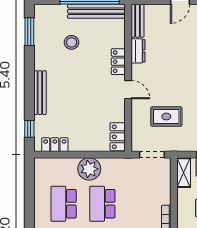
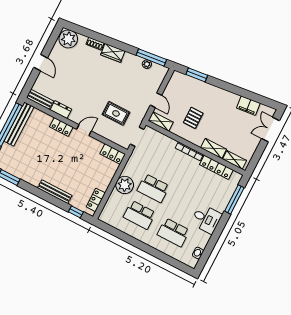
stool: (71, 42) -> (31, 152), removed
rug: (166, 117) -> (116, 113), turned 90

